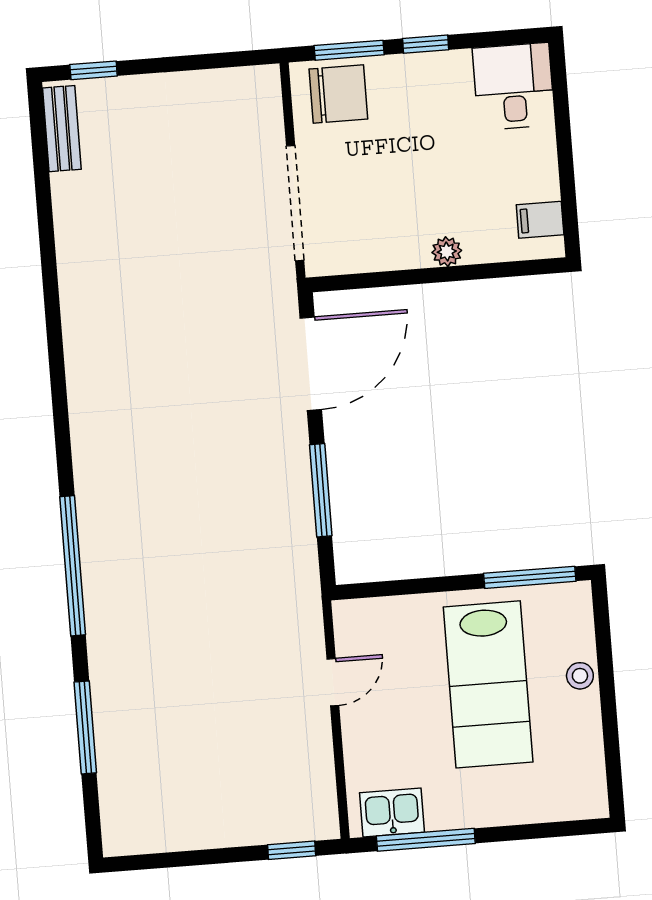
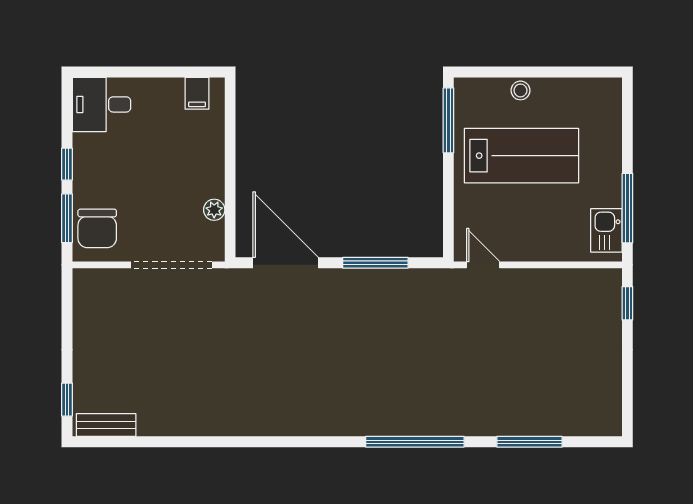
chair: (338, 94) -> (97, 228), turned 180
plant: (447, 252) -> (214, 210), moved
door: (333, 682) -> (483, 265), moved

